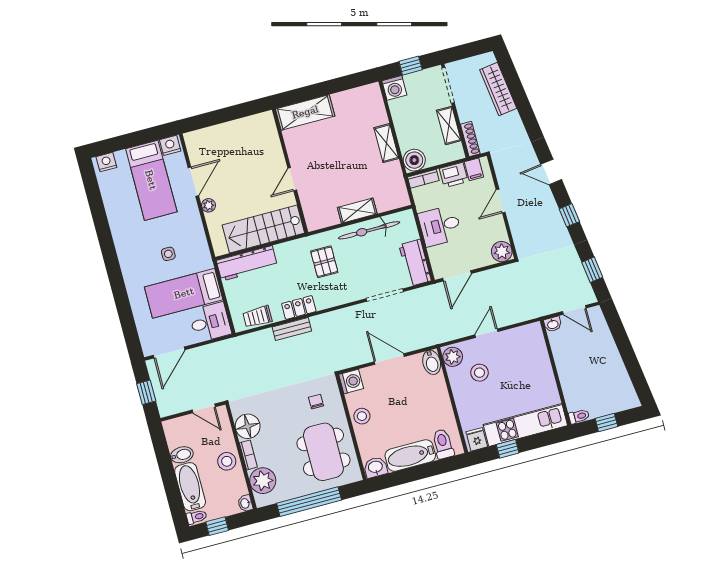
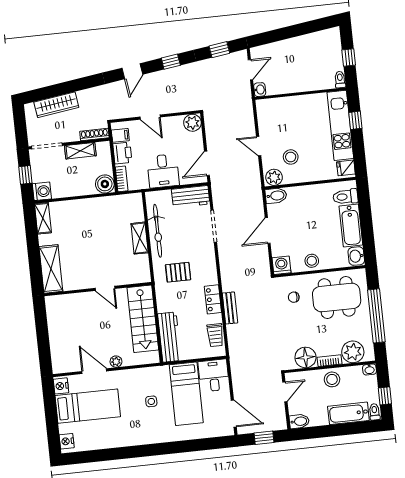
shelving: (386, 143) -> (43, 218), moved, turned 90
door: (457, 276) -> (207, 163), swing flipped
window: (508, 449) -> (355, 120), moved
bidet: (182, 455) -> (299, 421), moved, turned 90

